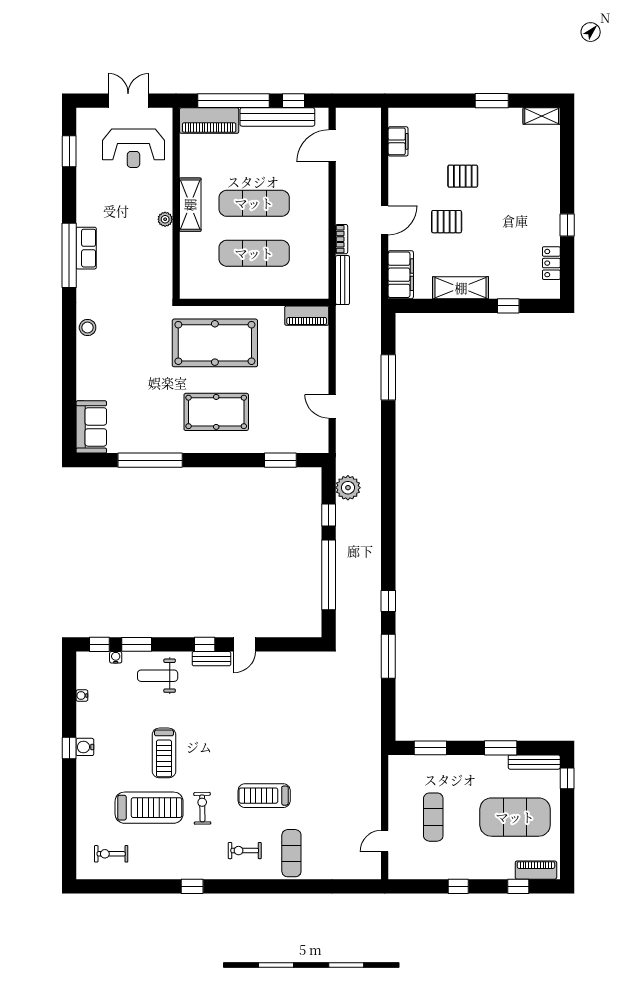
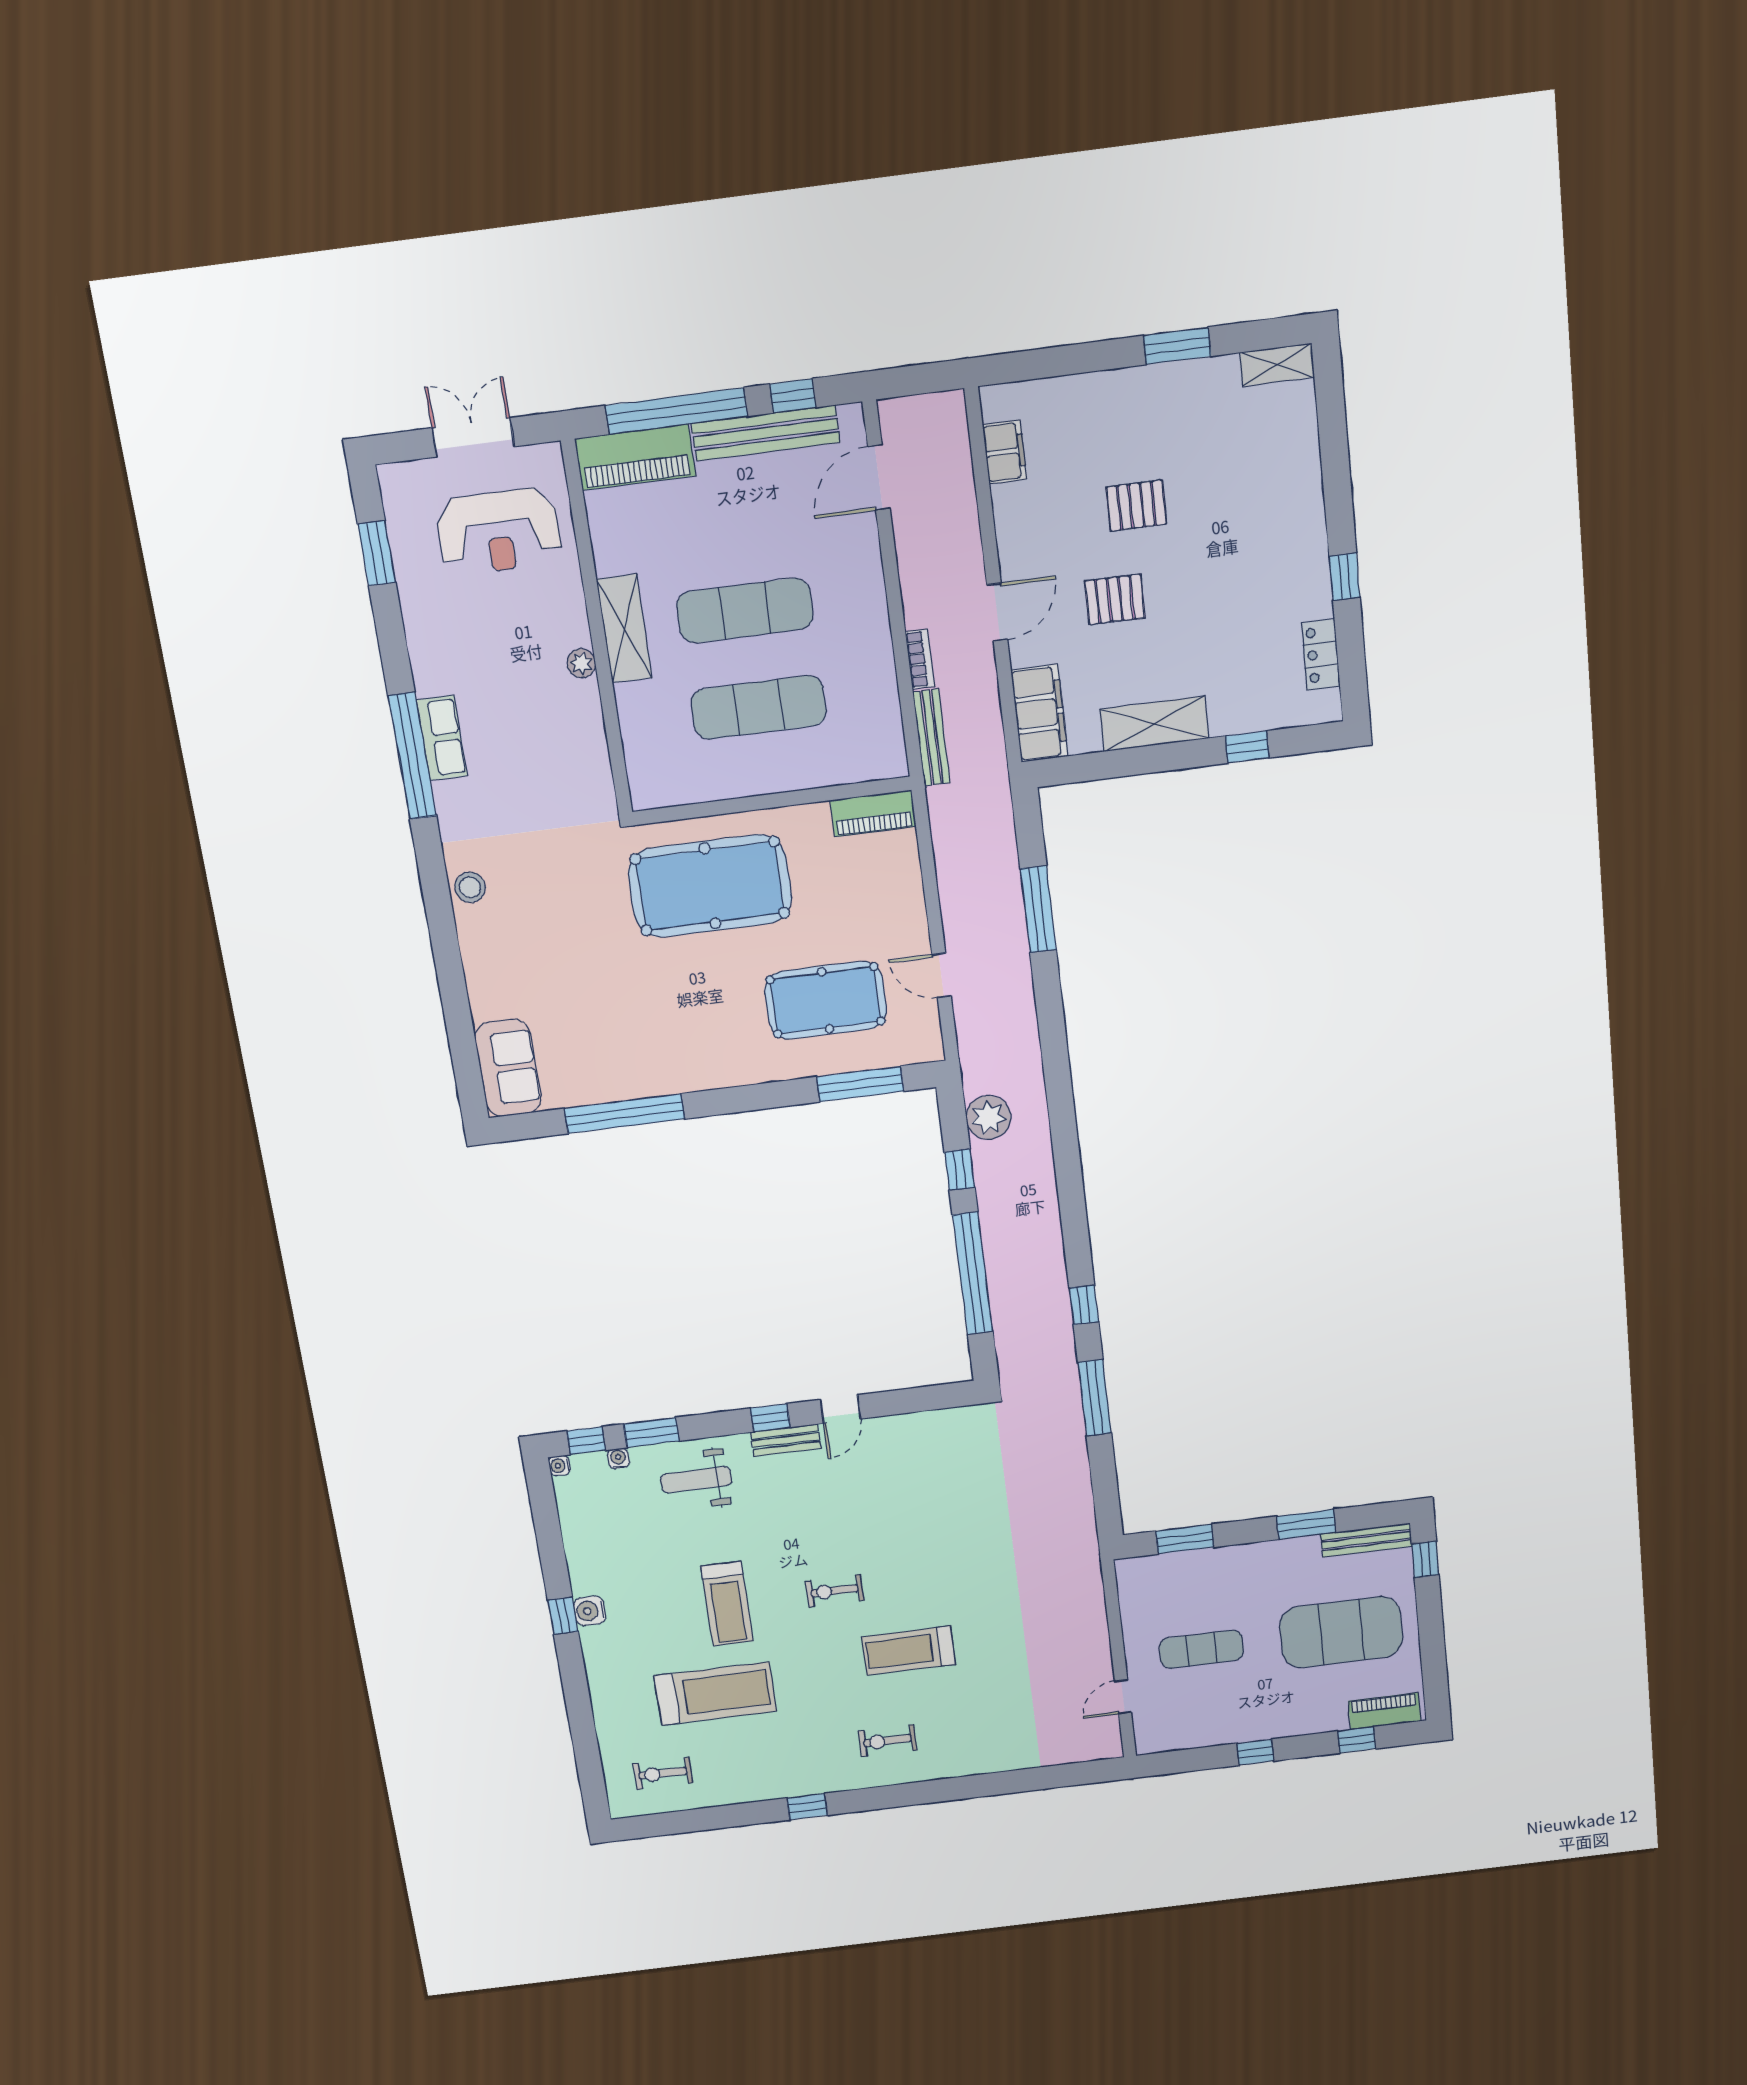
pool table: (216, 412) -> (826, 1000), moved
window: (280, 460) -> (860, 1084), width x1.44
water cooler: (82, 695) -> (559, 1466), moved
exercise bike: (202, 808) -> (835, 1591), moved, turned -89
exercise mat: (433, 817) -> (1202, 1649), turned 90
exercise mat: (291, 853) -> (967, 1735), removed

